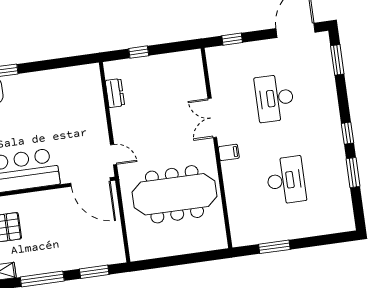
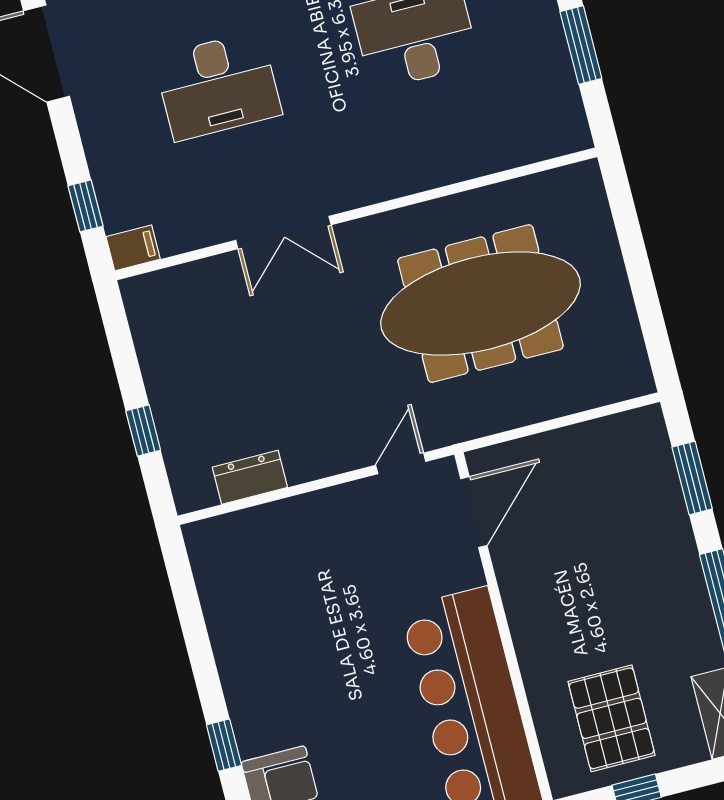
filing cabinet: (229, 152) -> (133, 248), moved, turned 90
door: (90, 182) -> (474, 512), width x0.73
meeting table: (174, 194) -> (480, 304), turned 90

